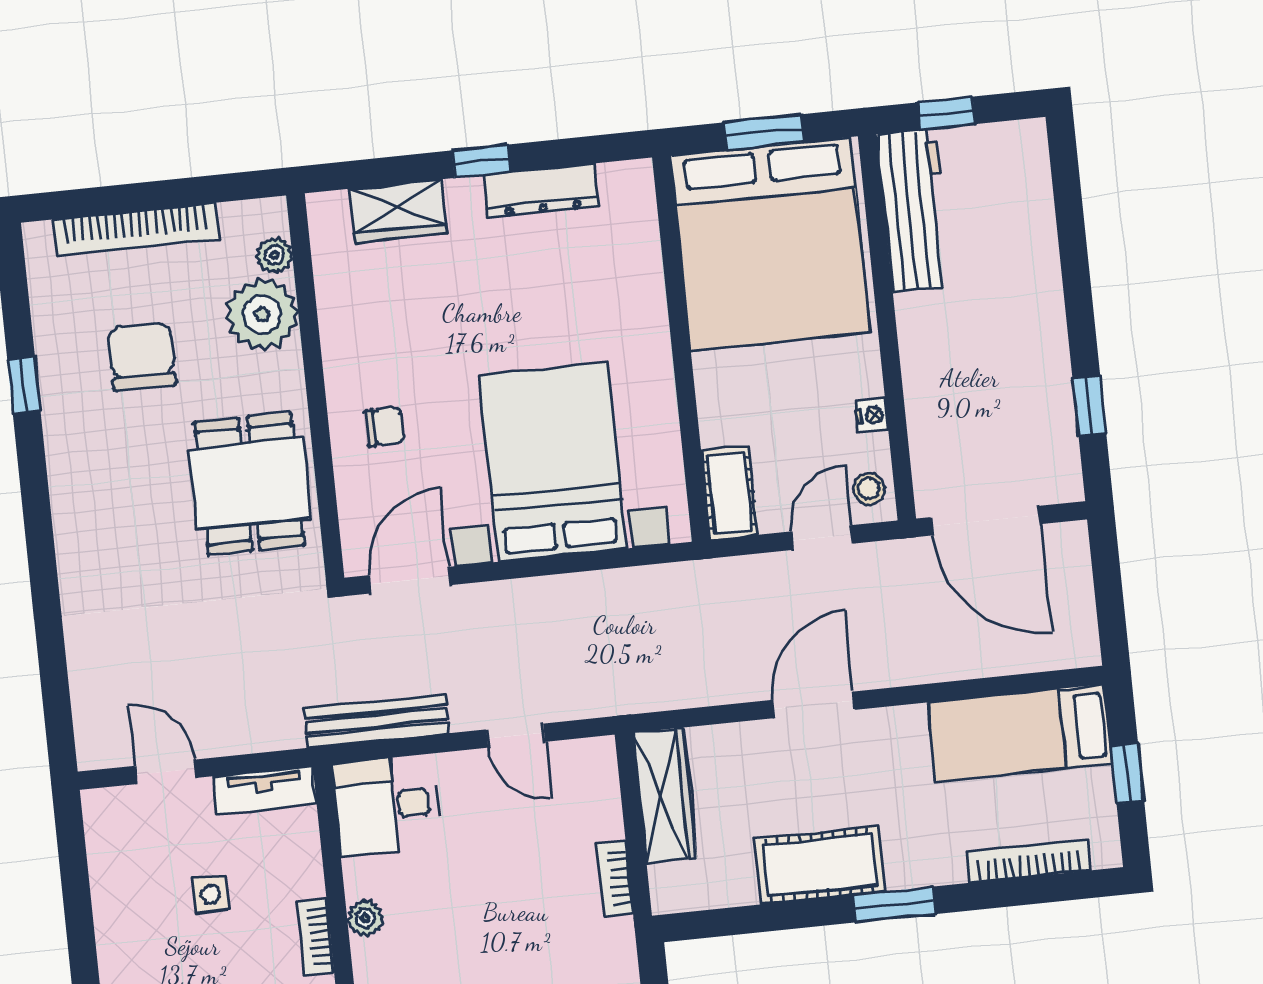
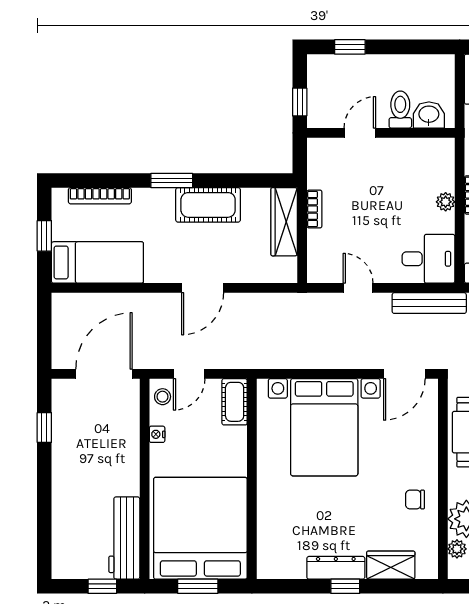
dresser: (541, 191) -> (336, 568), moved
chair: (385, 427) -> (415, 500), moved
door: (986, 521) -> (104, 374), hinge flipped
wardrobe: (665, 795) -> (284, 222), moved

